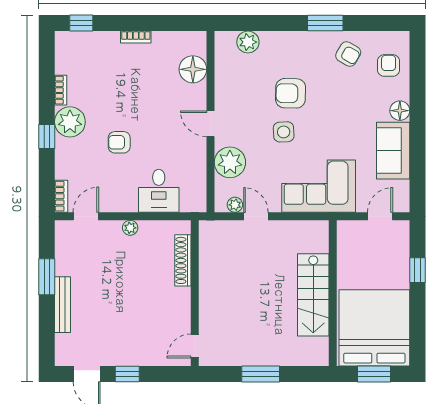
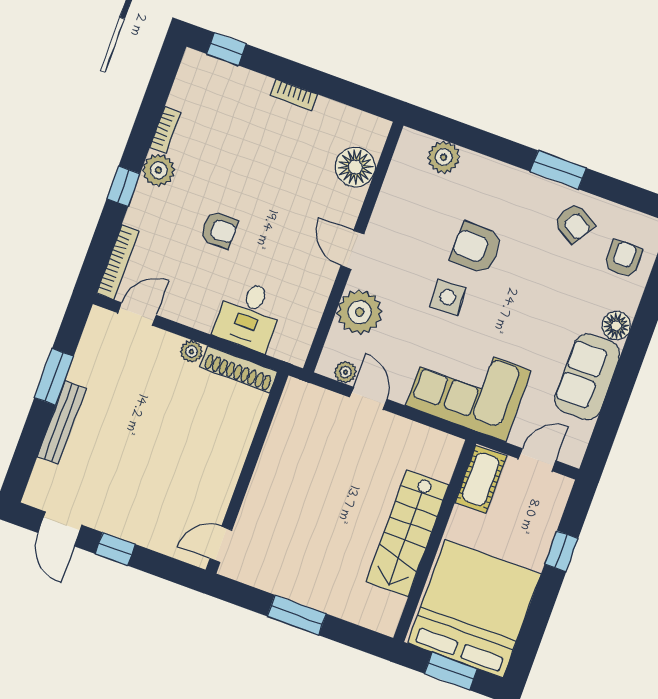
plant: (70, 122) -> (159, 170), width x0.73, depth x0.73
armchair: (119, 142) -> (219, 230), turned 180
bookcase: (61, 196) -> (118, 262), width x1.56
cot: (348, 242) -> (481, 479), added
shoe rack: (183, 260) -> (239, 369), moved, turned -90

